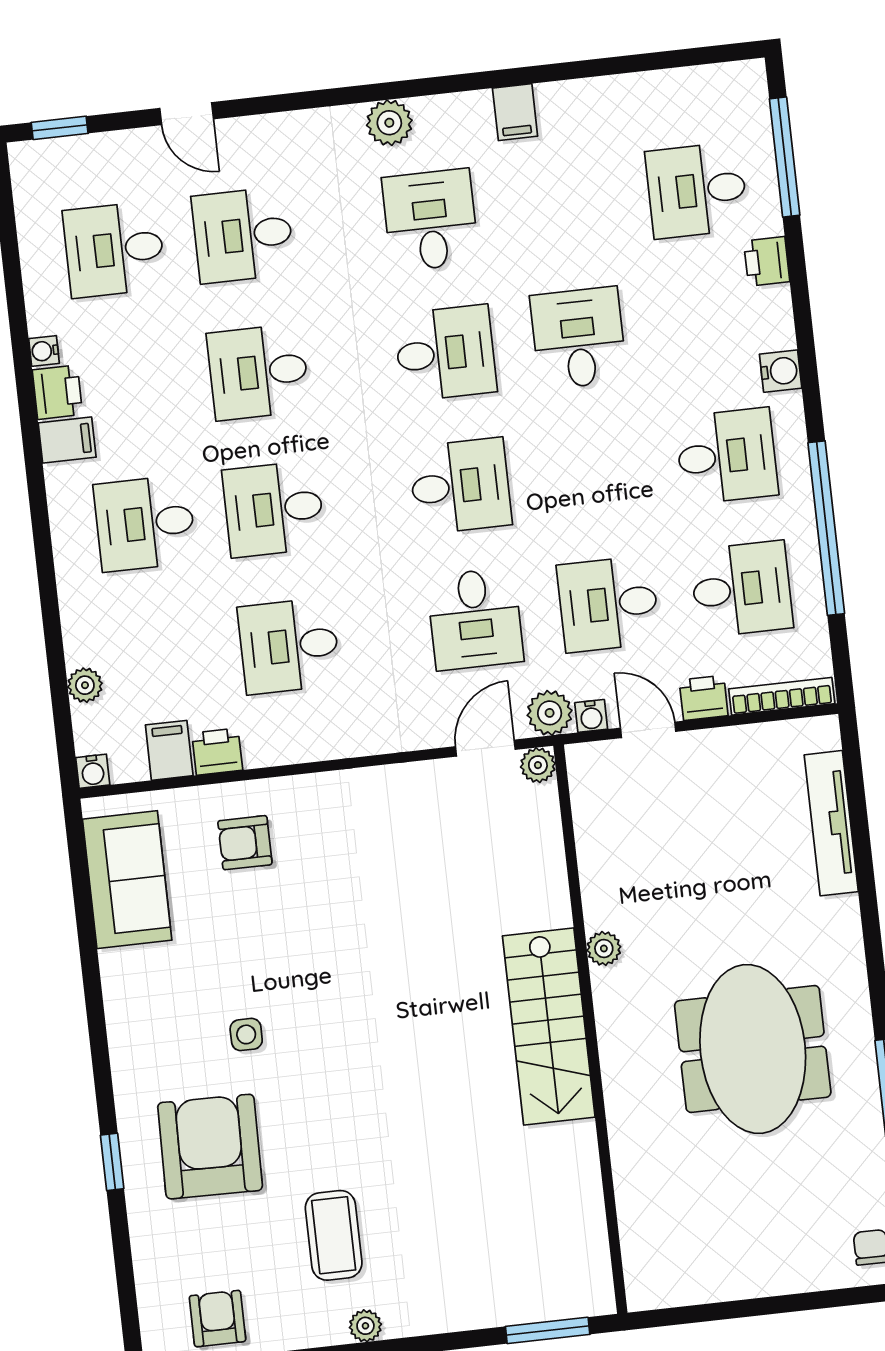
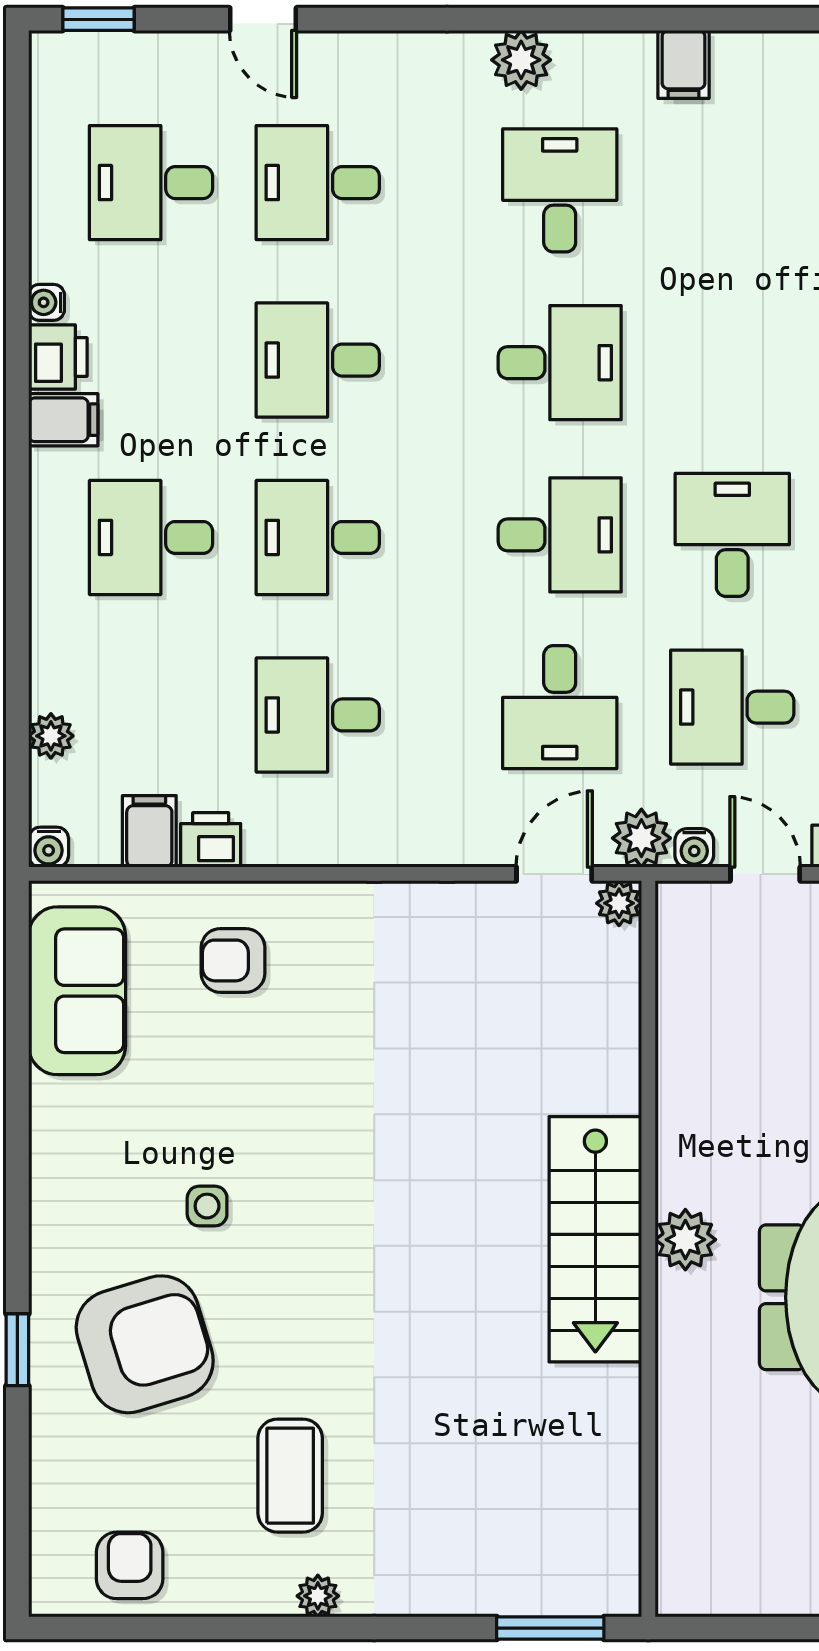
desk: (578, 338) -> (732, 535), moved
plant: (604, 948) -> (685, 1240), moved, width x1.38, depth x1.38
armchair: (210, 1147) -> (145, 1344), turned 72

